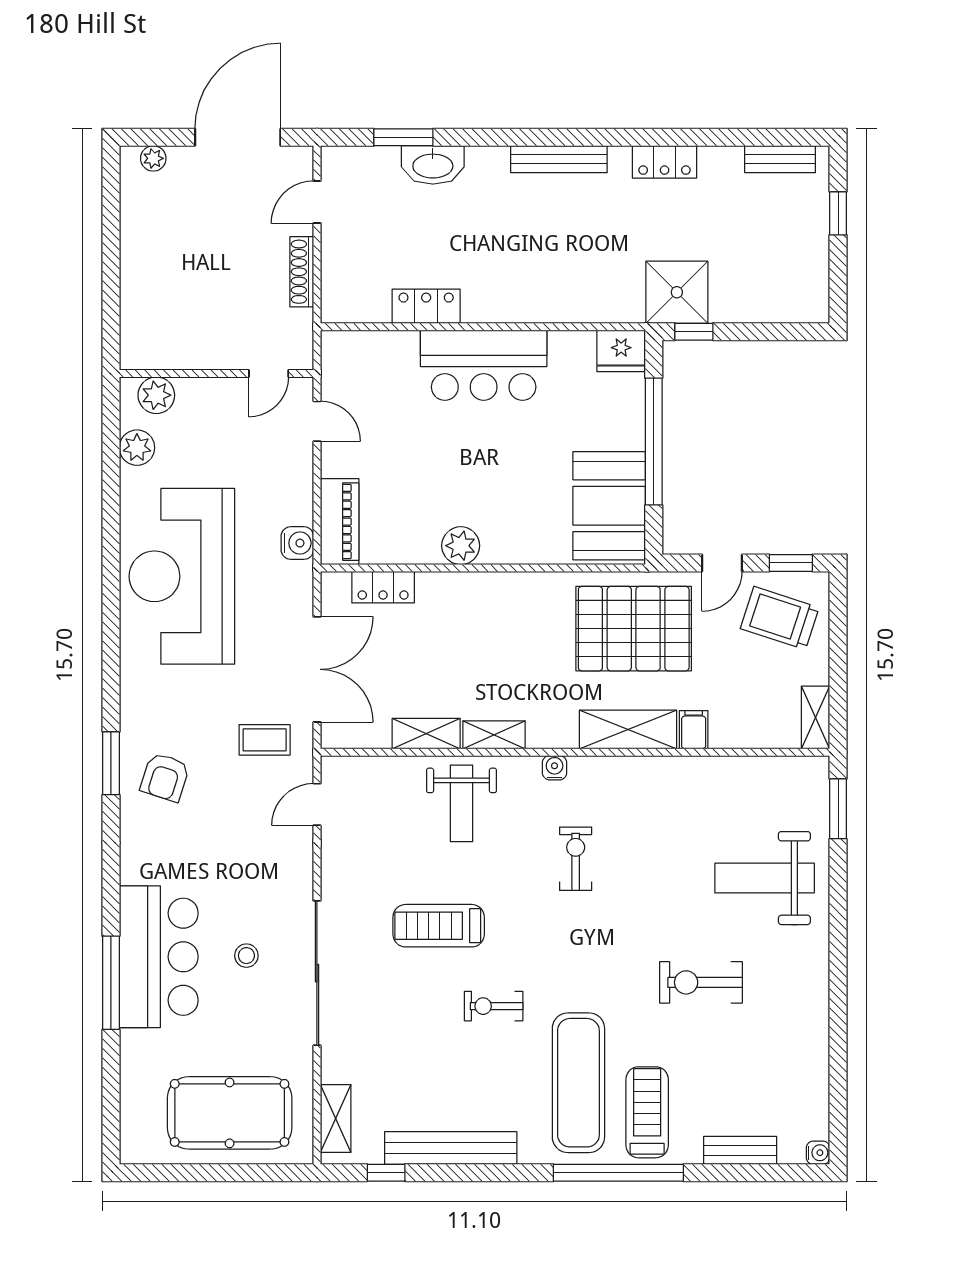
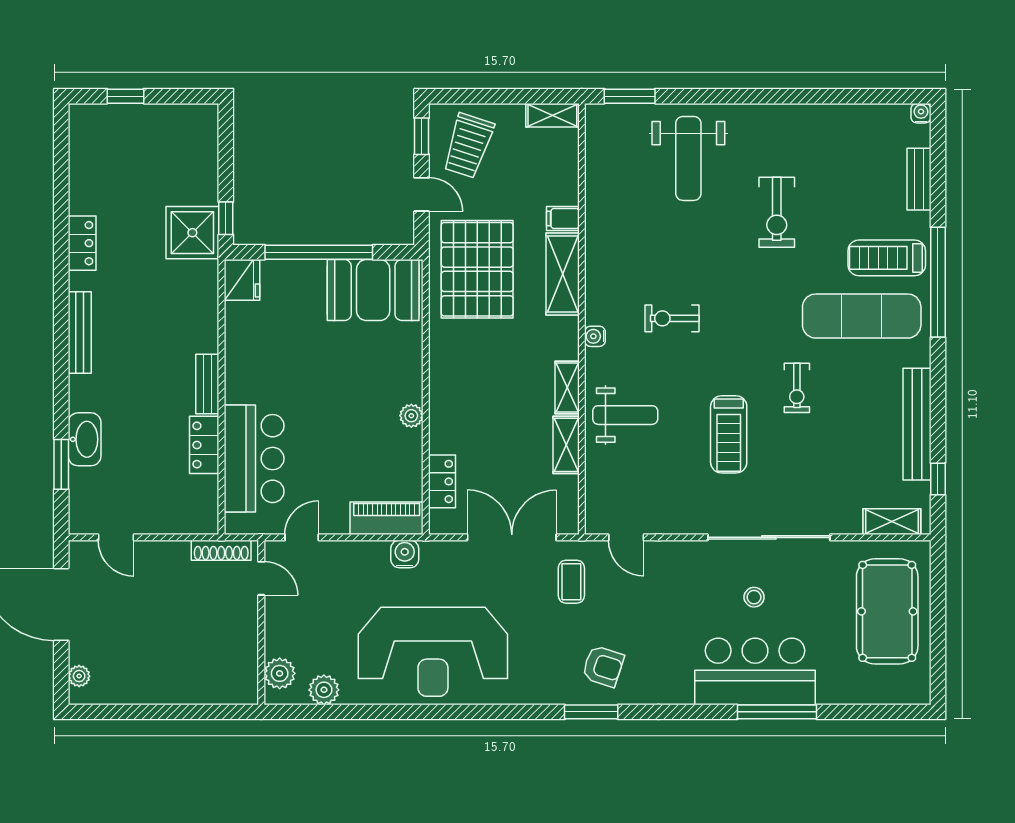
bench: (780, 159) -> (207, 384), moved
shoe rack: (302, 272) -> (221, 550), moved
bar counter: (484, 365) -> (254, 459), moved
plant: (461, 546) -> (411, 416), width x0.73, depth x0.73

